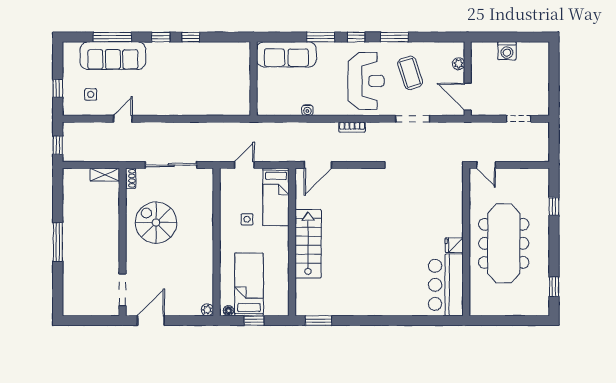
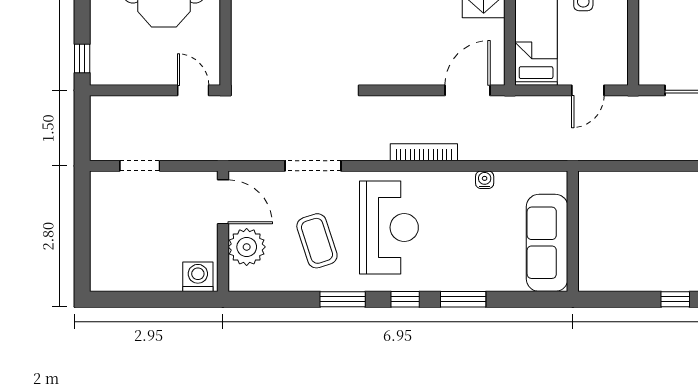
washing machine: (507, 51) -> (198, 277), moved
sofa: (286, 54) -> (547, 243), moved, turned -90
plant: (458, 64) -> (247, 247), width x1.88, depth x1.88
reception desk: (366, 81) -> (389, 227), turned 180
bookcase: (352, 127) -> (424, 152), width x1.56
window: (554, 206) -> (82, 59), moved

